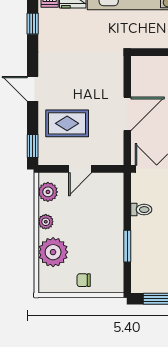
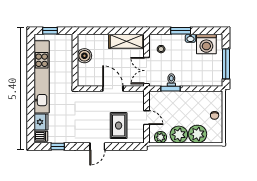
window: (33, 146) -> (132, 147), removed
plant: (46, 222) -> (179, 135), width x1.88, depth x1.88
window: (127, 246) -> (171, 89), moved

